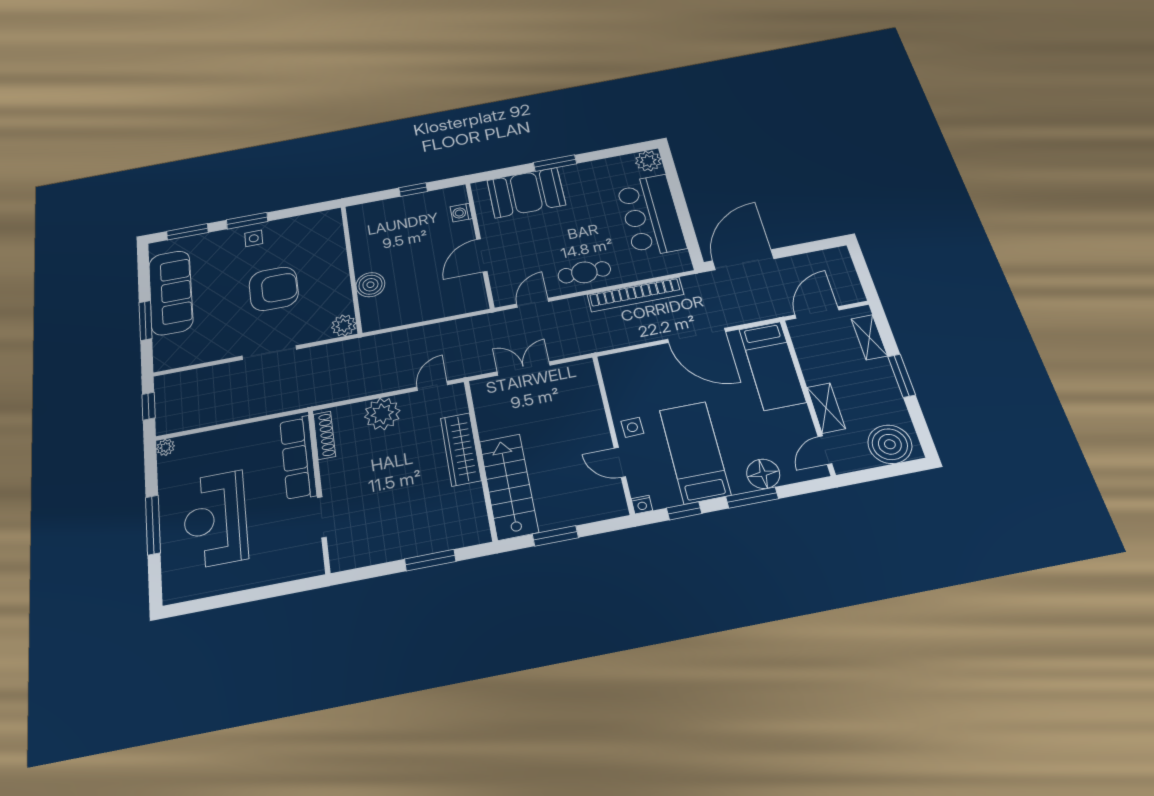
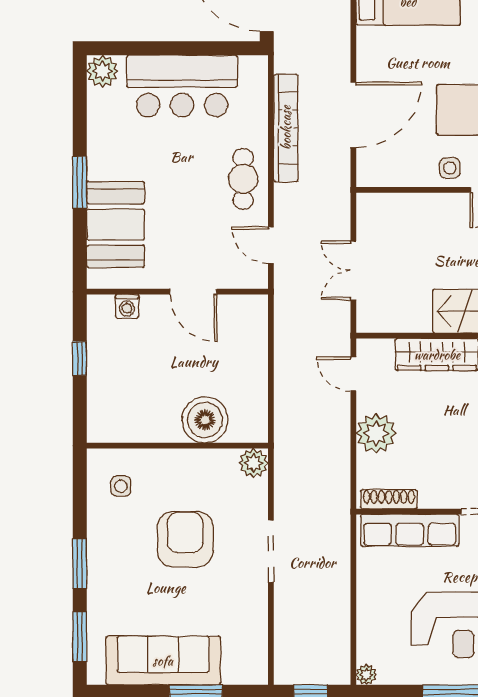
side table: (254, 238) -> (121, 486), moved
boiler: (370, 285) -> (205, 420), width x1.37, depth x1.37
door: (697, 335) -> (353, 115), moved

